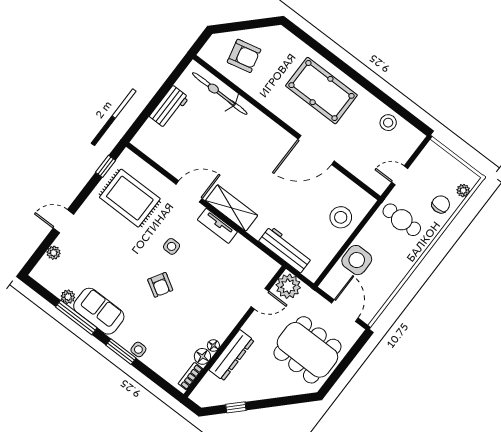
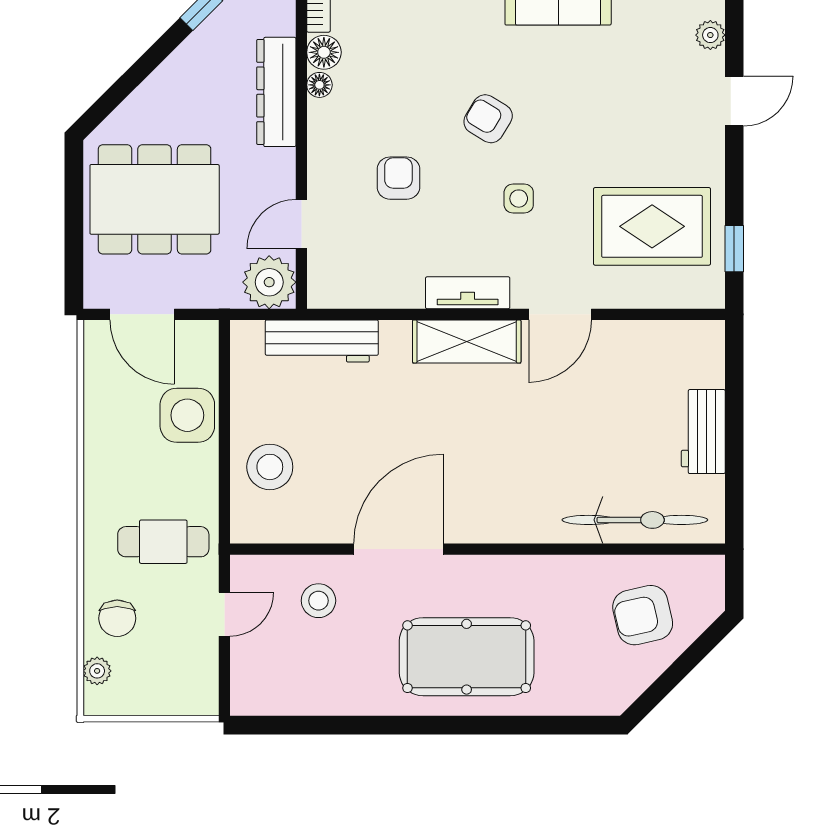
stool: (388, 123) -> (318, 601), moved
armchair: (211, 288) -> (398, 178), added

